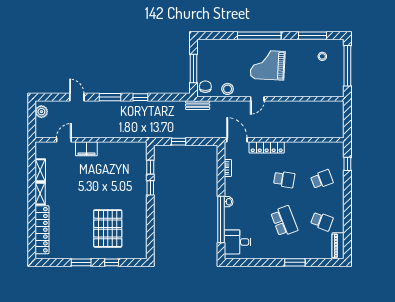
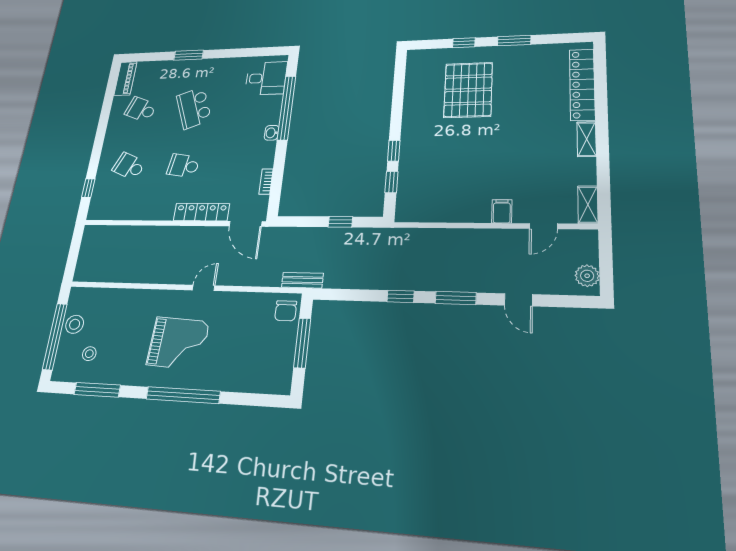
stool: (228, 89) -> (75, 324), moved
filing cabinet: (86, 149) -> (502, 211), width x0.50
shelving: (40, 170) -> (588, 205), moved
school desk: (322, 179) -> (129, 166), turned 45

